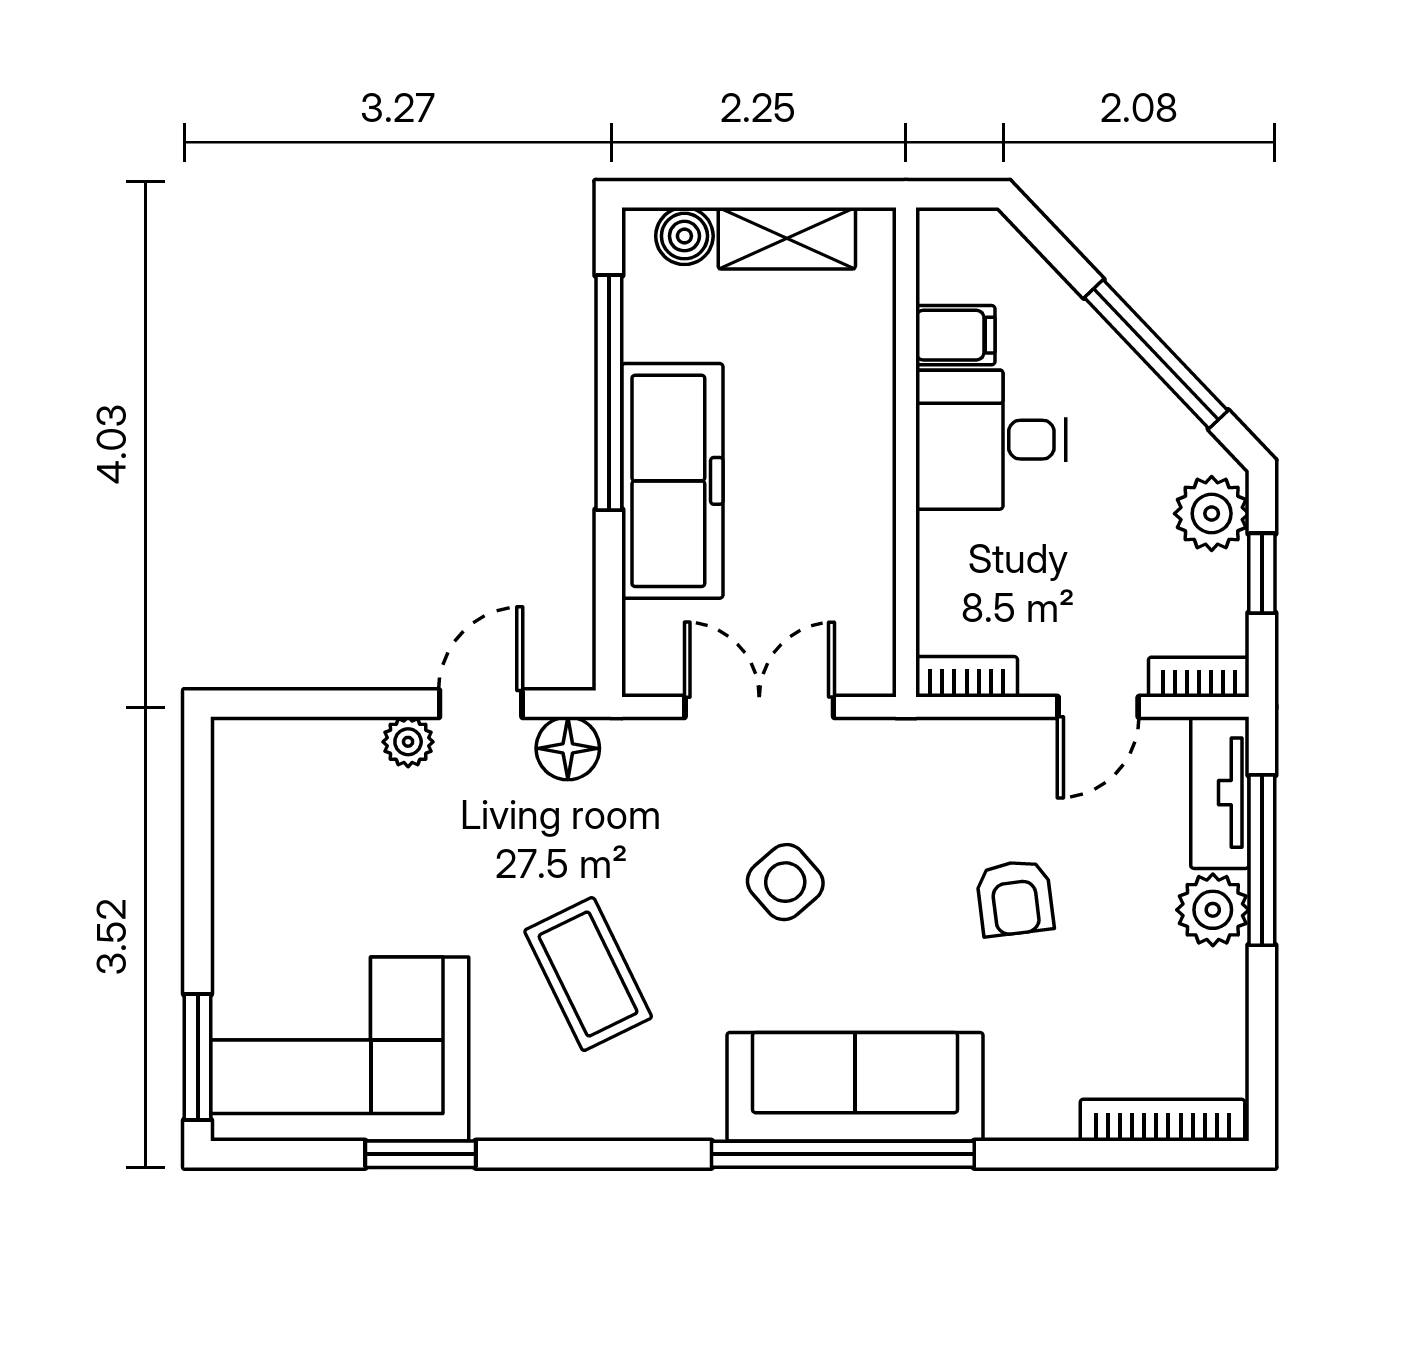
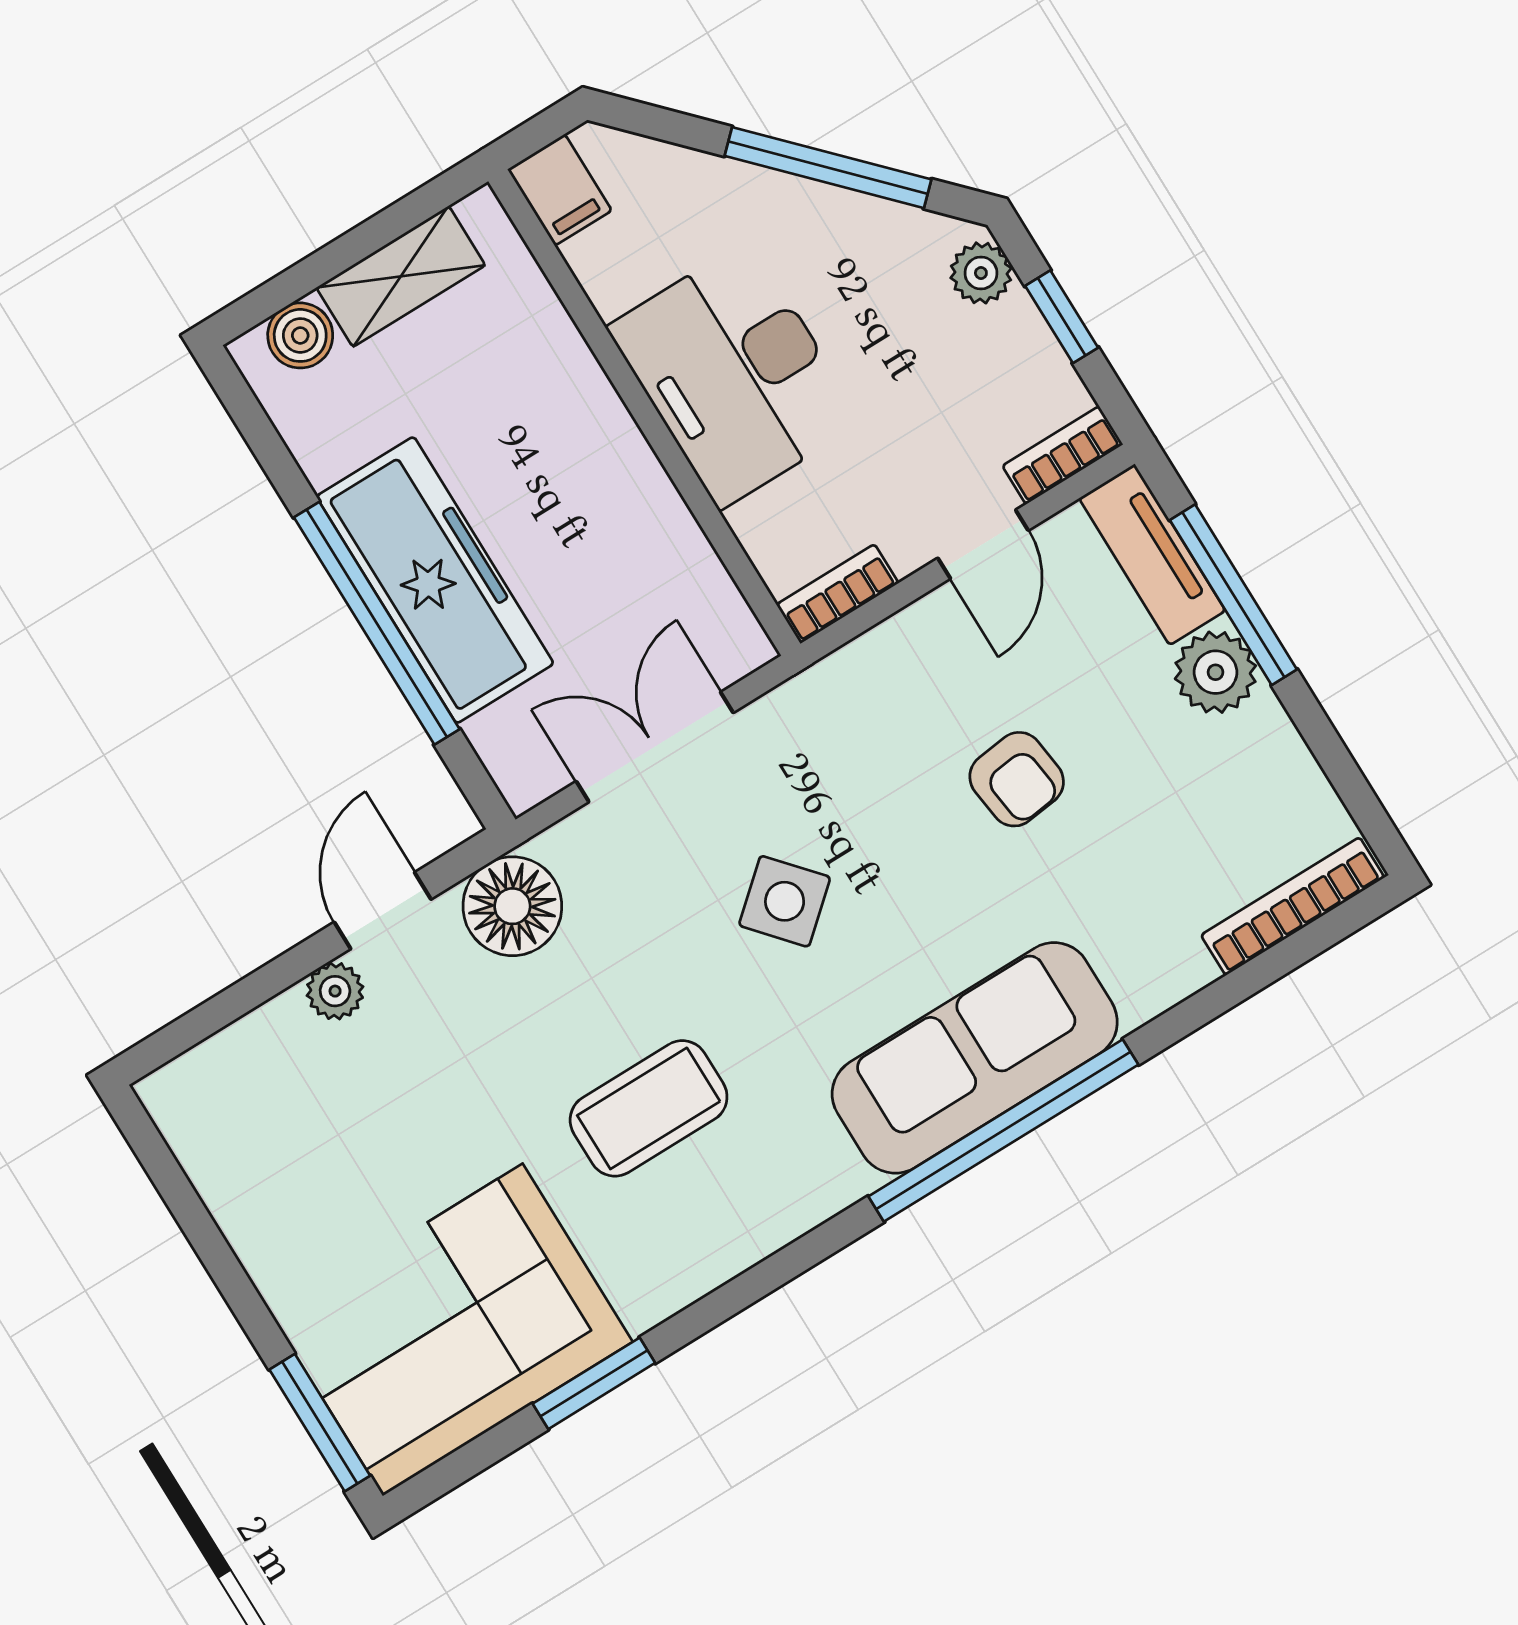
filing cabinet: (955, 335) -> (560, 190), moved, turned 90
window: (609, 393) -> (377, 623), moved
desk: (991, 440) -> (735, 375), width x1.37
plant: (1212, 514) -> (981, 273), width x0.73, depth x0.73
floor lamp: (568, 748) -> (512, 906), width x1.38, depth x1.38
coffee table: (588, 974) -> (649, 1108), turned -64

